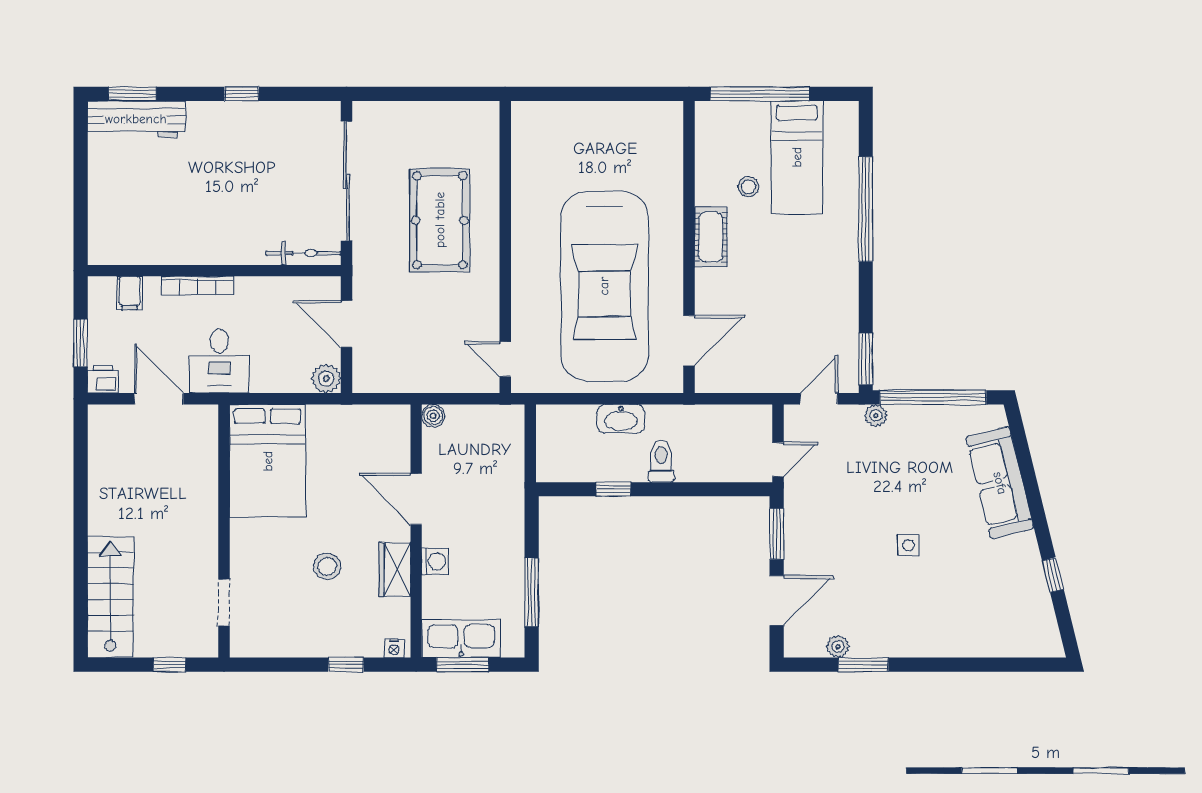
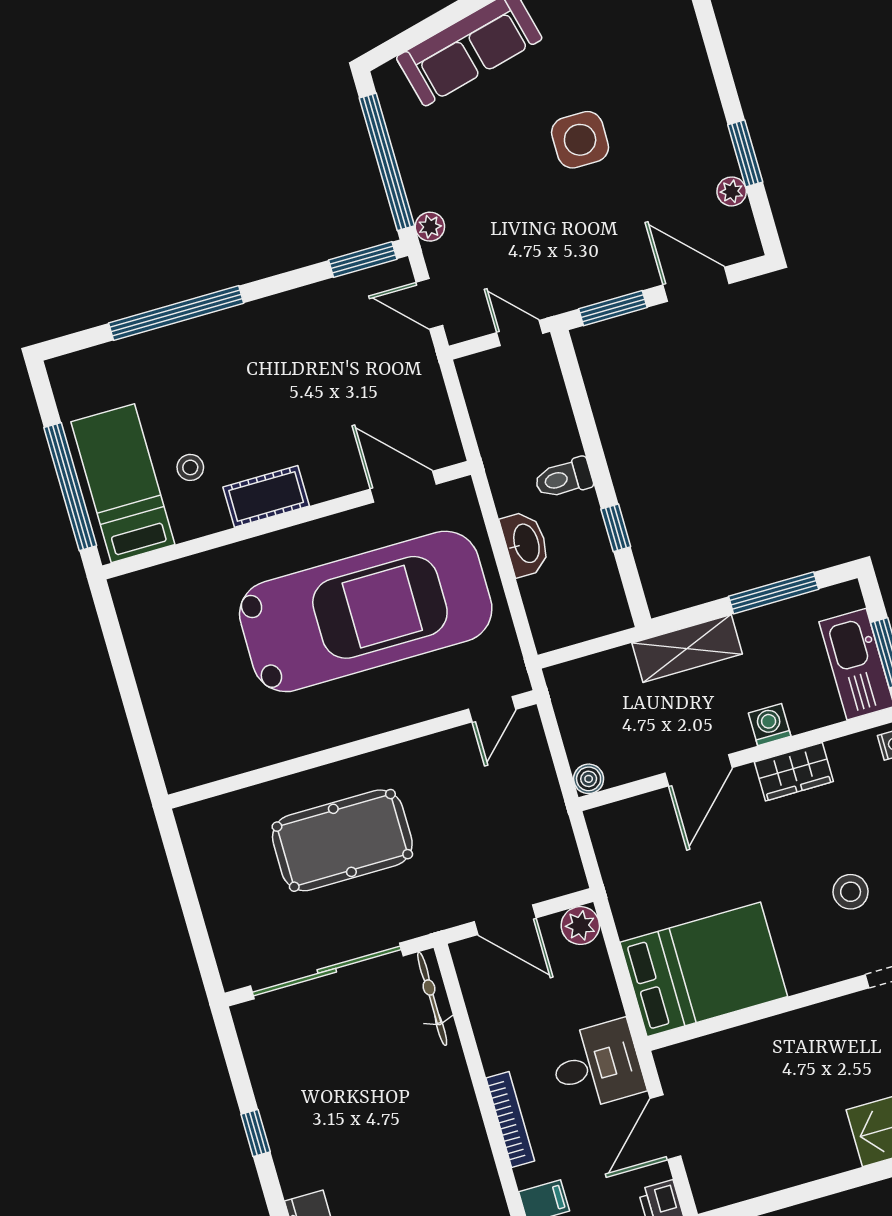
bed: (797, 157) -> (123, 483), moved, turned -90
door: (346, 324) -> (505, 920), hinge flipped
shelving: (509, 516) -> (687, 648), added
side table: (908, 545) -> (580, 140), width x1.87, depth x1.87
stool: (327, 566) -> (851, 892), moved

